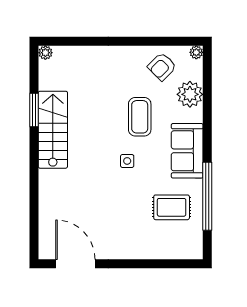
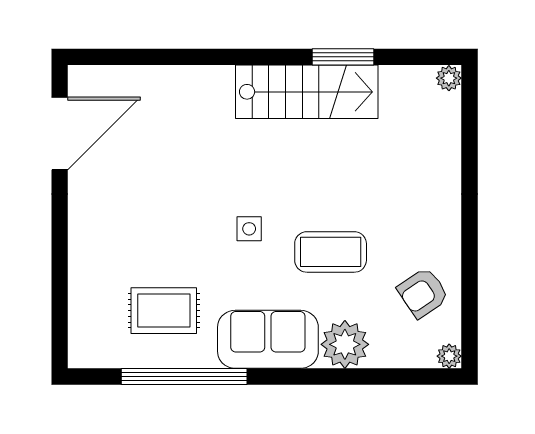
armchair: (162, 67) -> (423, 293), turned -79
plant: (190, 94) -> (345, 344), moved
rug: (172, 207) -> (164, 311), turned 90

